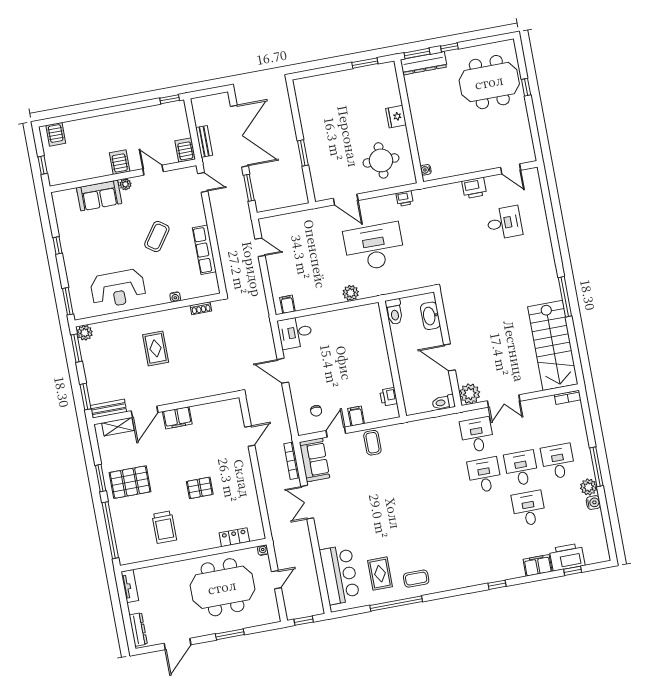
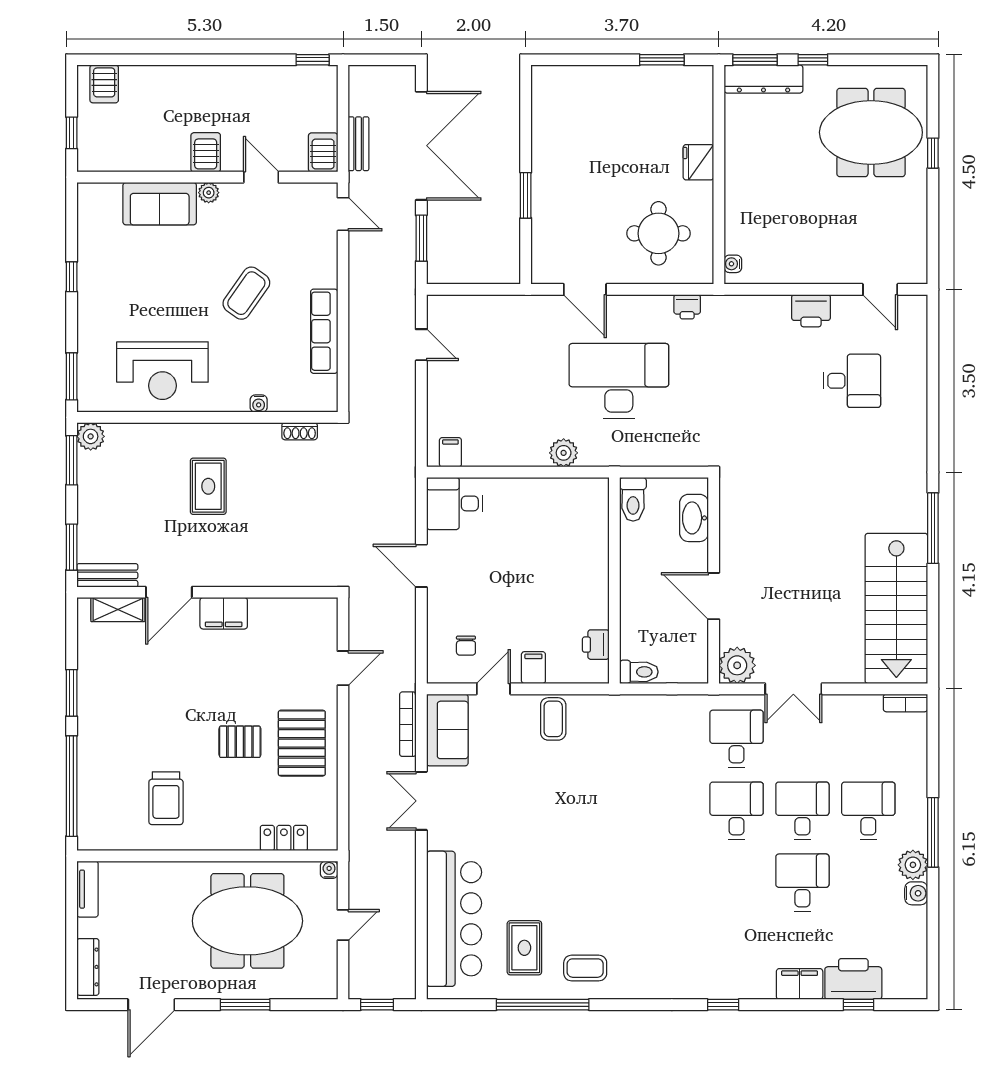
toilet: (444, 402) -> (639, 672), moved, turned 180
pallet: (130, 482) -> (302, 743), moved, turned 90
bar counter: (340, 575) -> (454, 919), width x1.36

